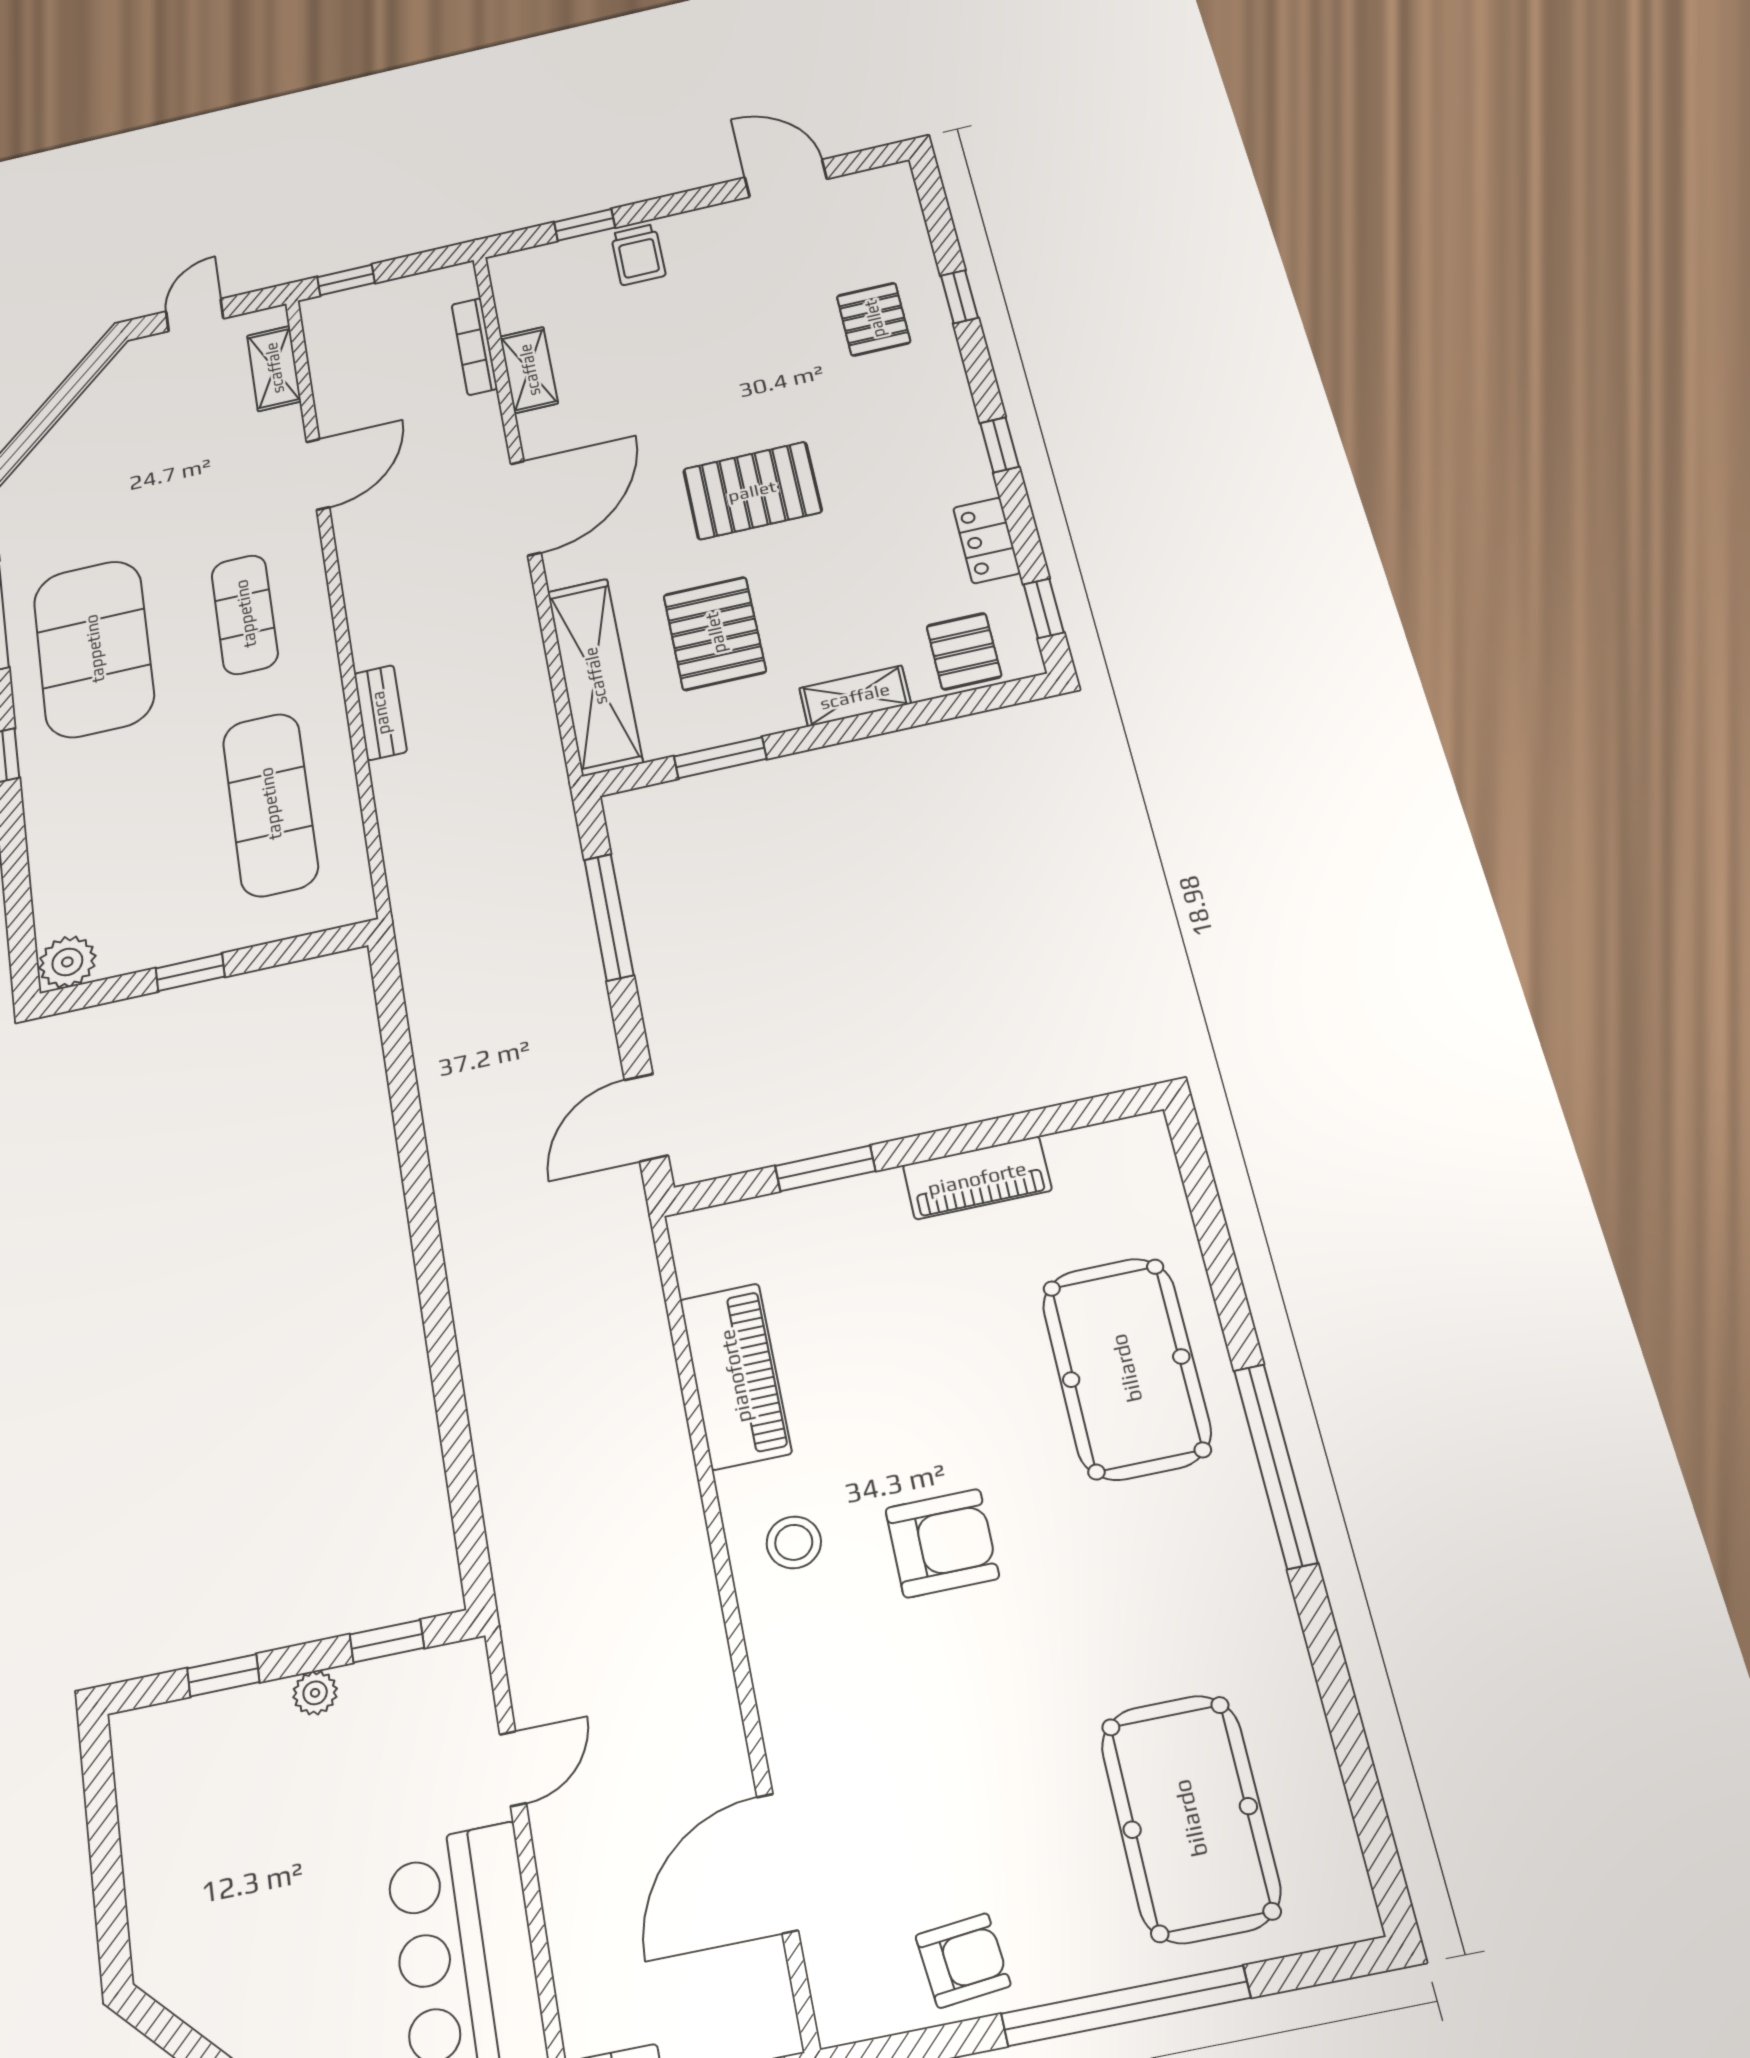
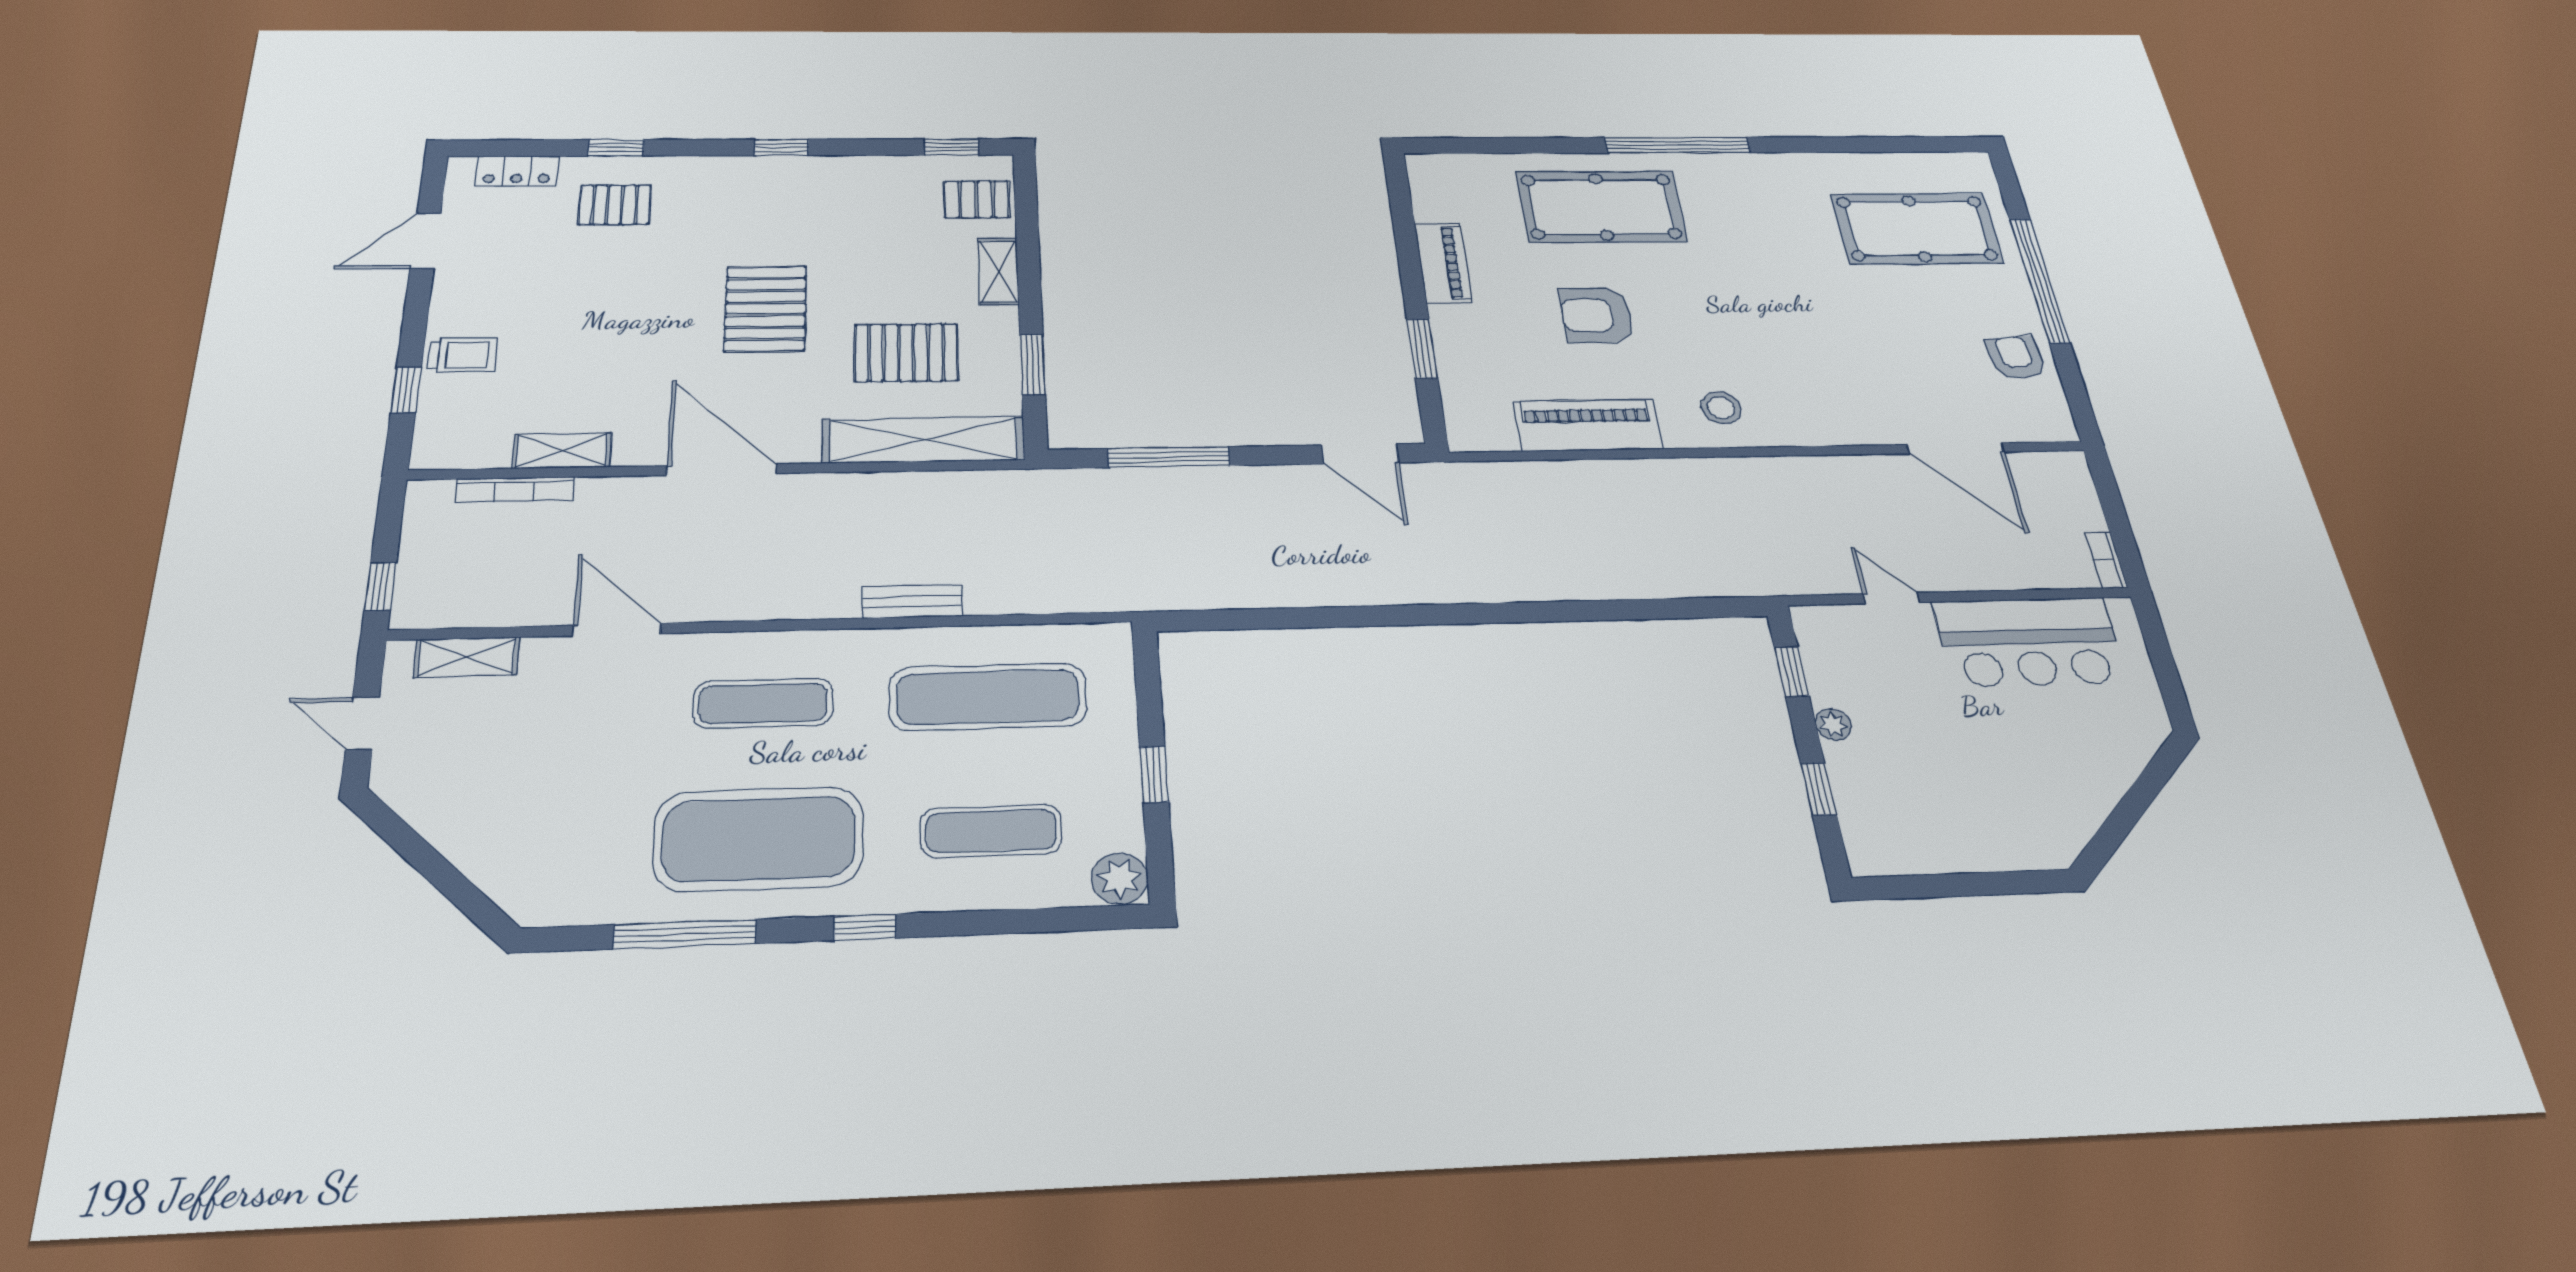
locker: (987, 540) -> (517, 171), moved
exercise mat: (114, 839) -> (991, 831), added
armchair: (942, 1543) -> (1597, 315), moved, turned -90

